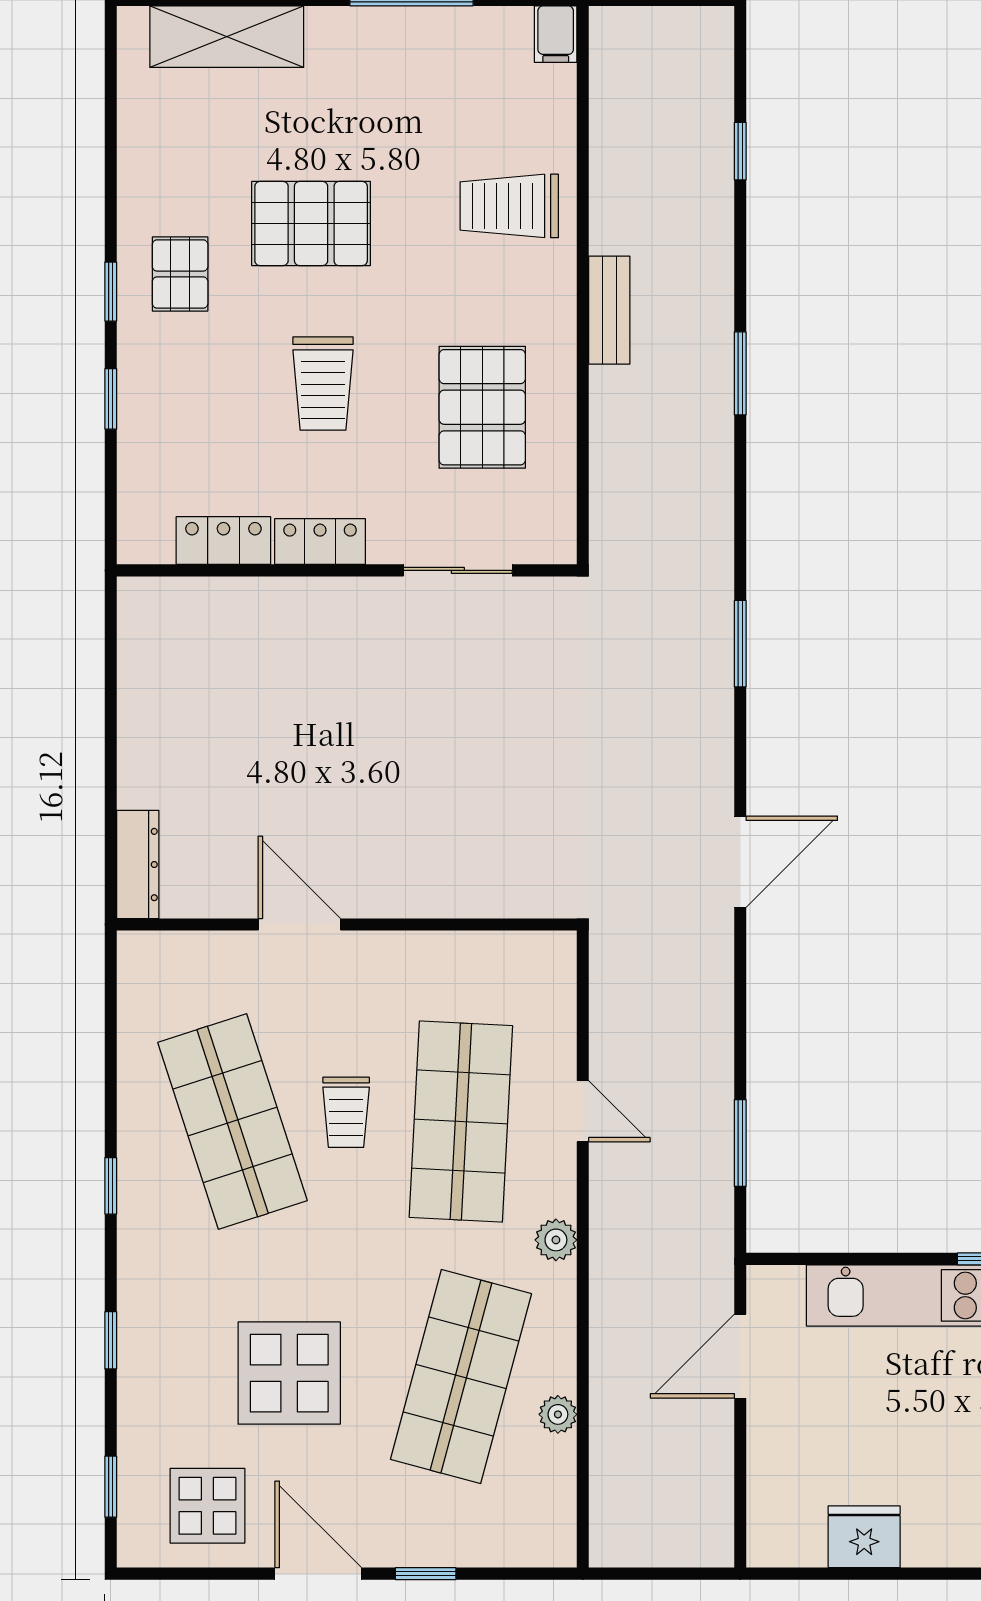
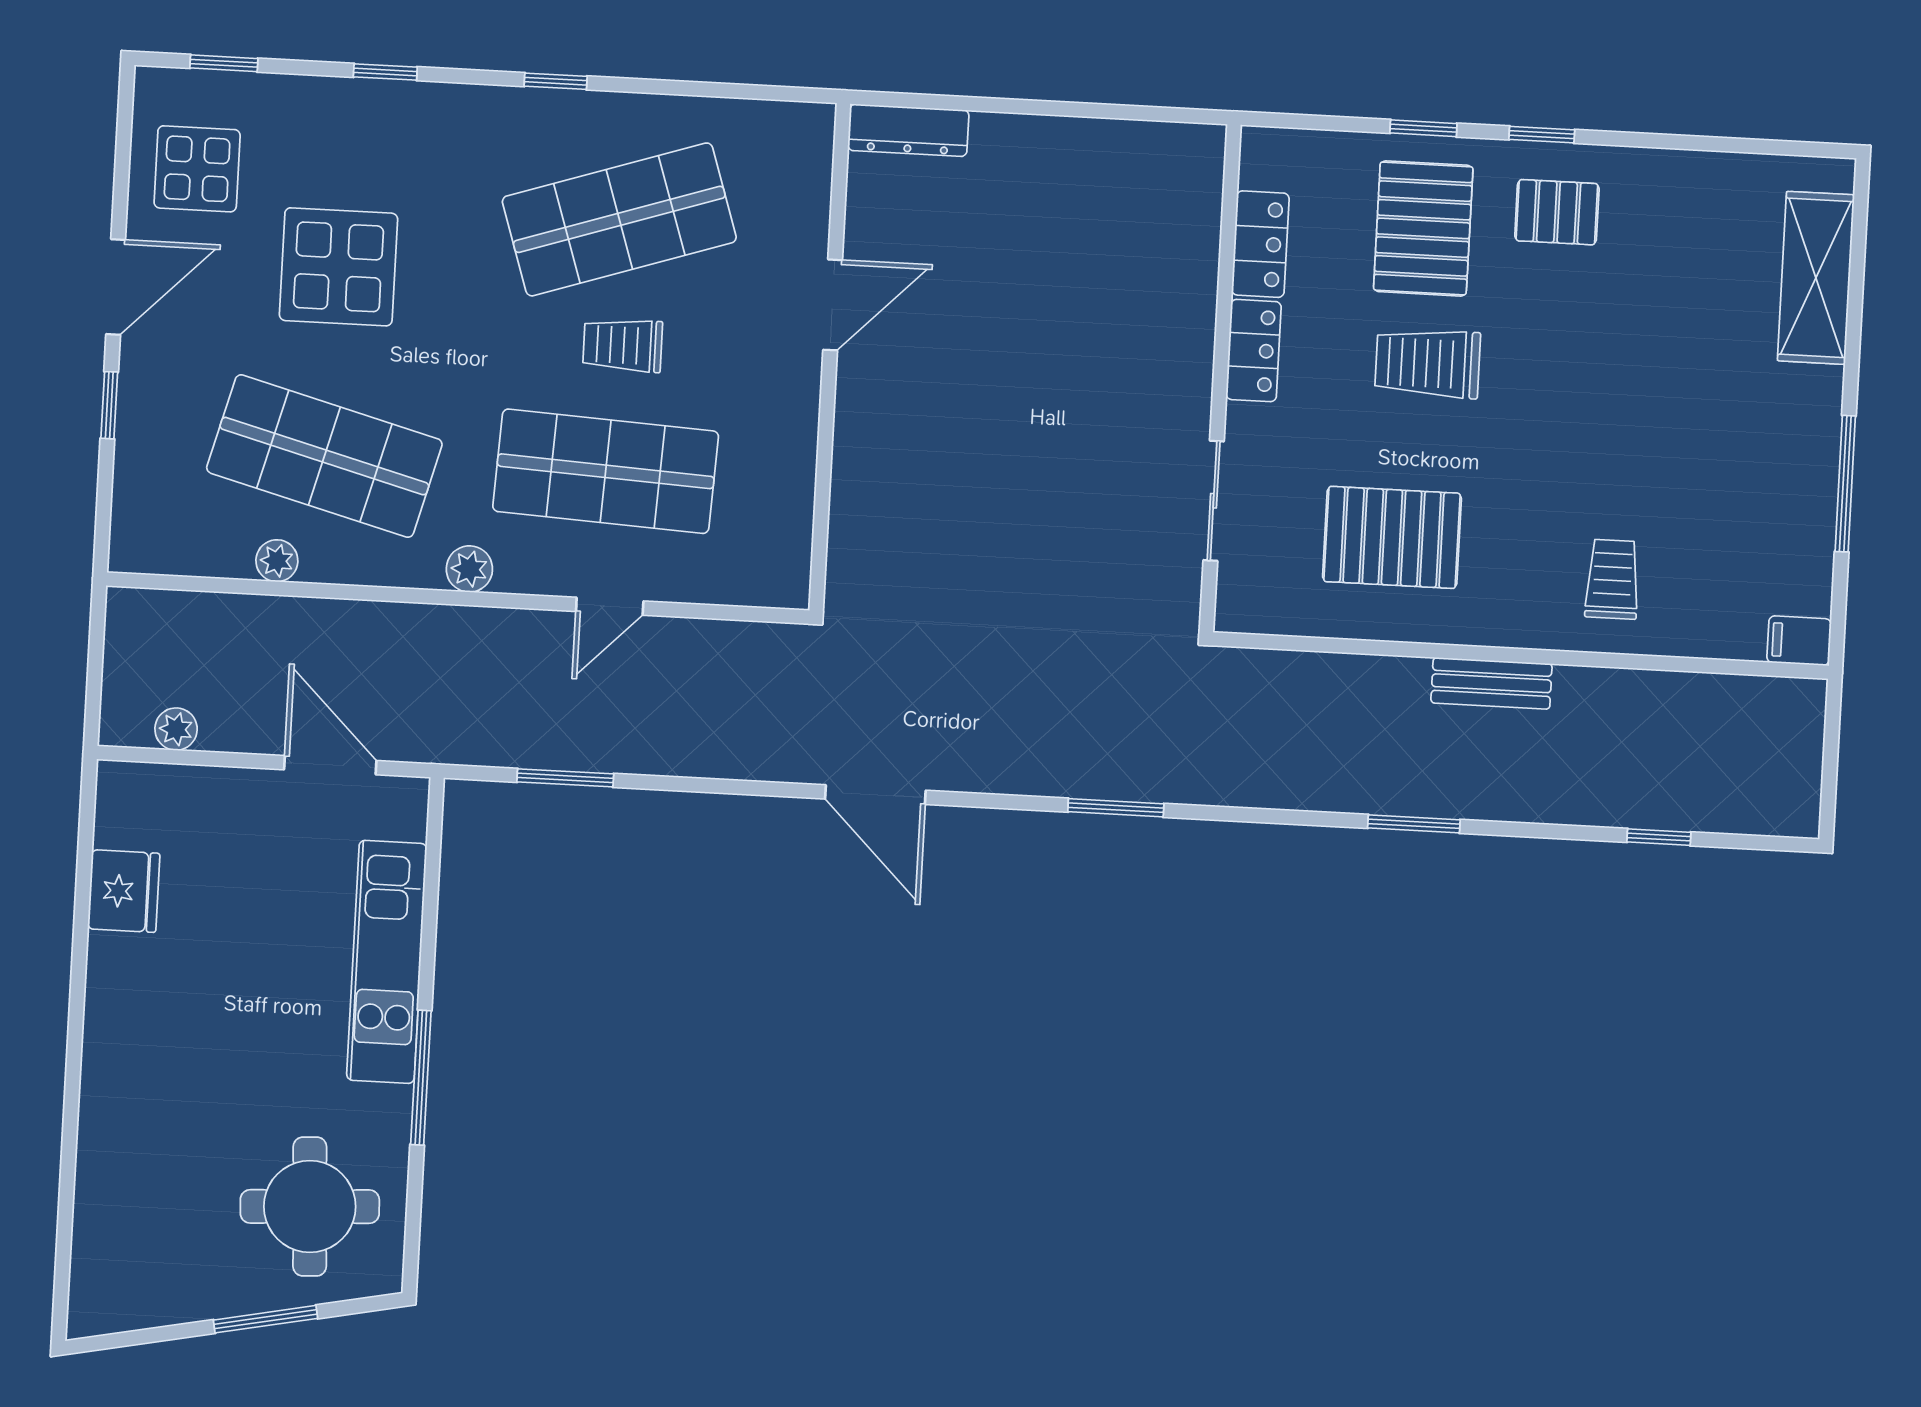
trolley: (509, 206) -> (1612, 579), width x0.73, depth x0.72
pallet: (311, 224) -> (1423, 228), moved
plant: (715, 1497) -> (176, 729), added

